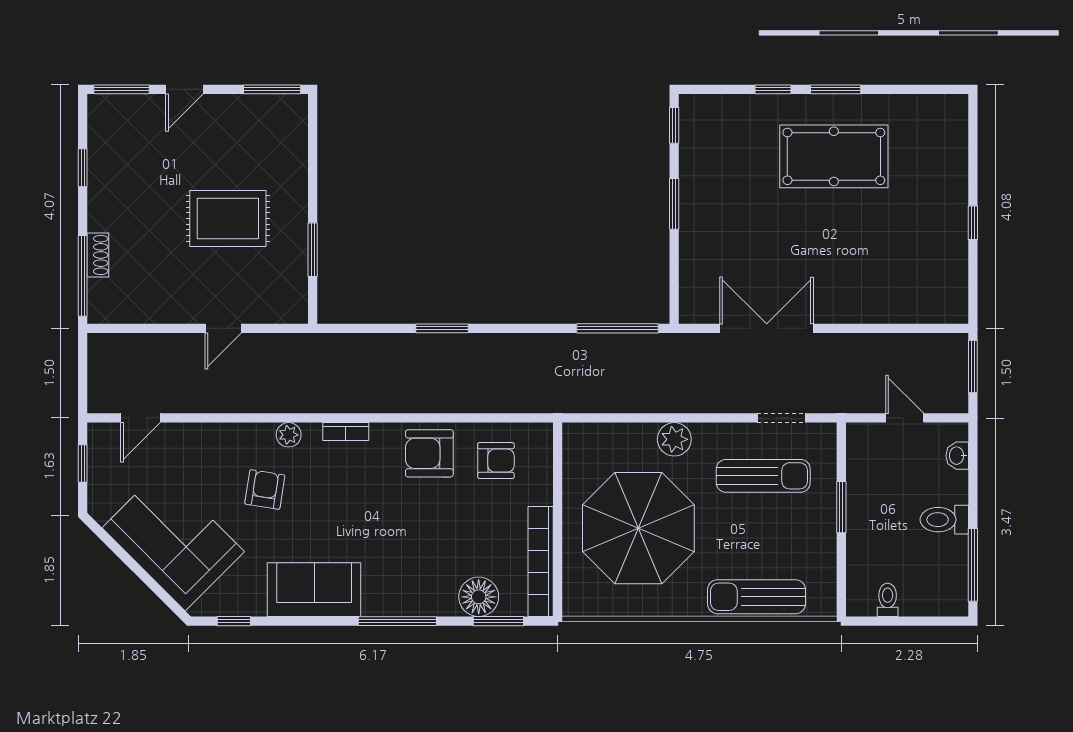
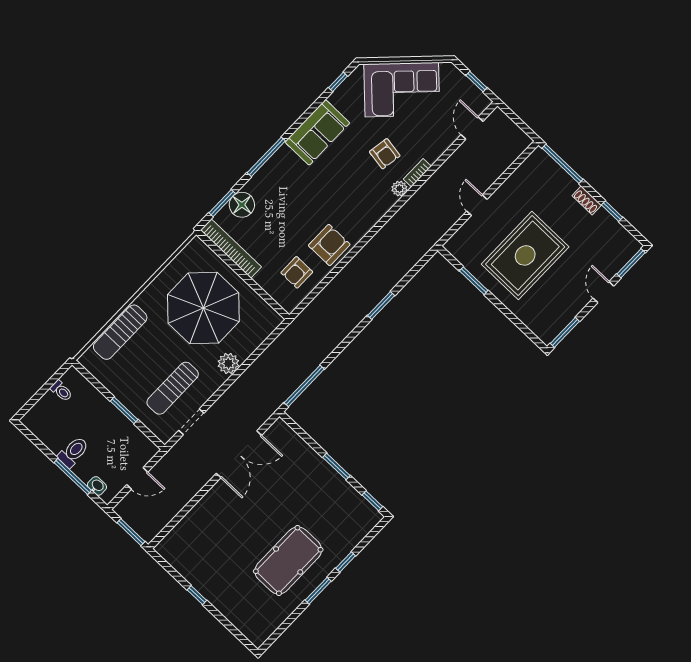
rug: (228, 219) -> (525, 255), width x1.37, depth x1.44
shoe rack: (98, 255) -> (587, 200), moved
bookcase: (346, 432) -> (417, 173), moved
window: (973, 565) -> (73, 477), moved
sun lounger: (757, 597) -> (120, 332), turned 180

